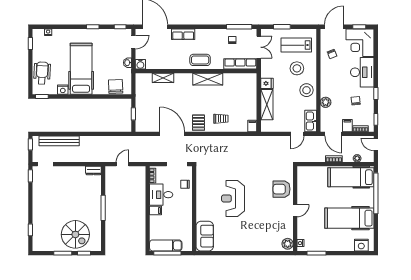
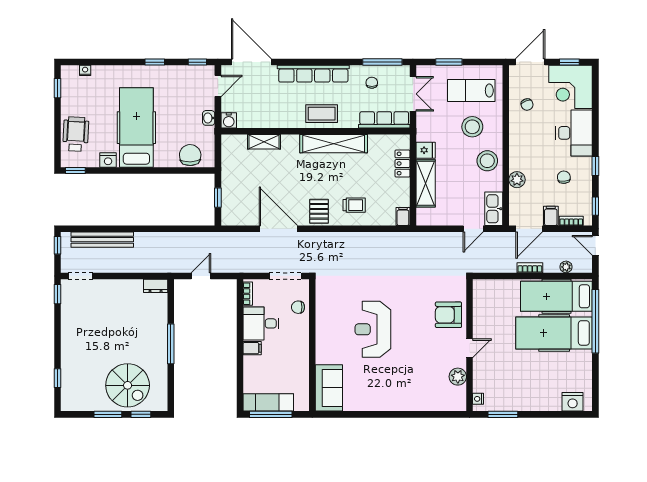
row of seats: (183, 34) -> (313, 74), width x2.02
shelving: (208, 79) -> (334, 144), width x1.47
locker: (252, 92) -> (402, 164), added
door: (333, 134) -> (529, 229), hinge flipped
hospital bed: (349, 218) -> (554, 333), moved
plant: (288, 244) -> (458, 377), moved

